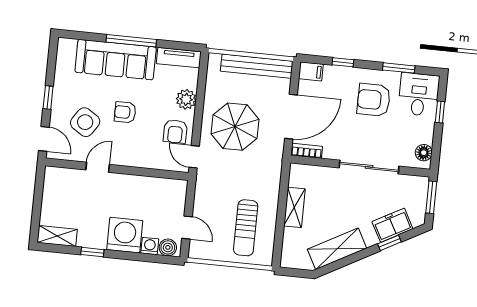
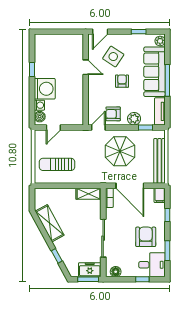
plant: (68, 46) -> (160, 41), added
window: (202, 83) -> (146, 127), added
window: (48, 97) -> (139, 32), moved
shelving: (294, 207) -> (88, 194), moved
freezer: (392, 225) -> (90, 270), moved, turned -61
shelving: (57, 236) -> (40, 46), removed

